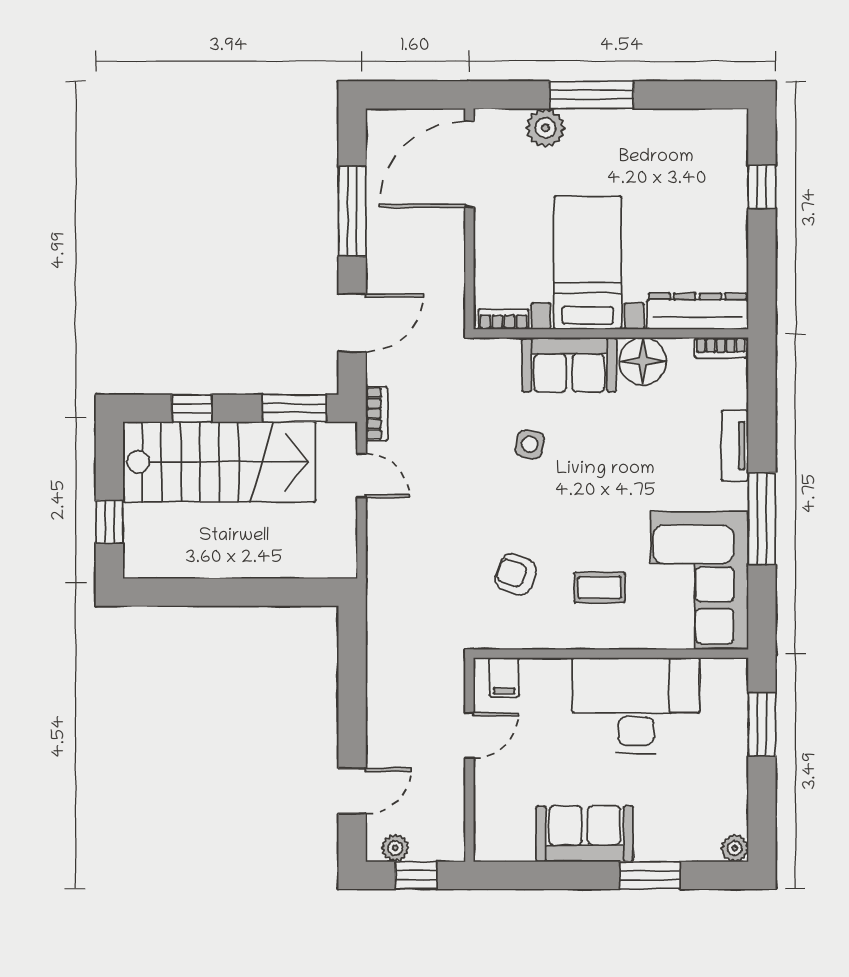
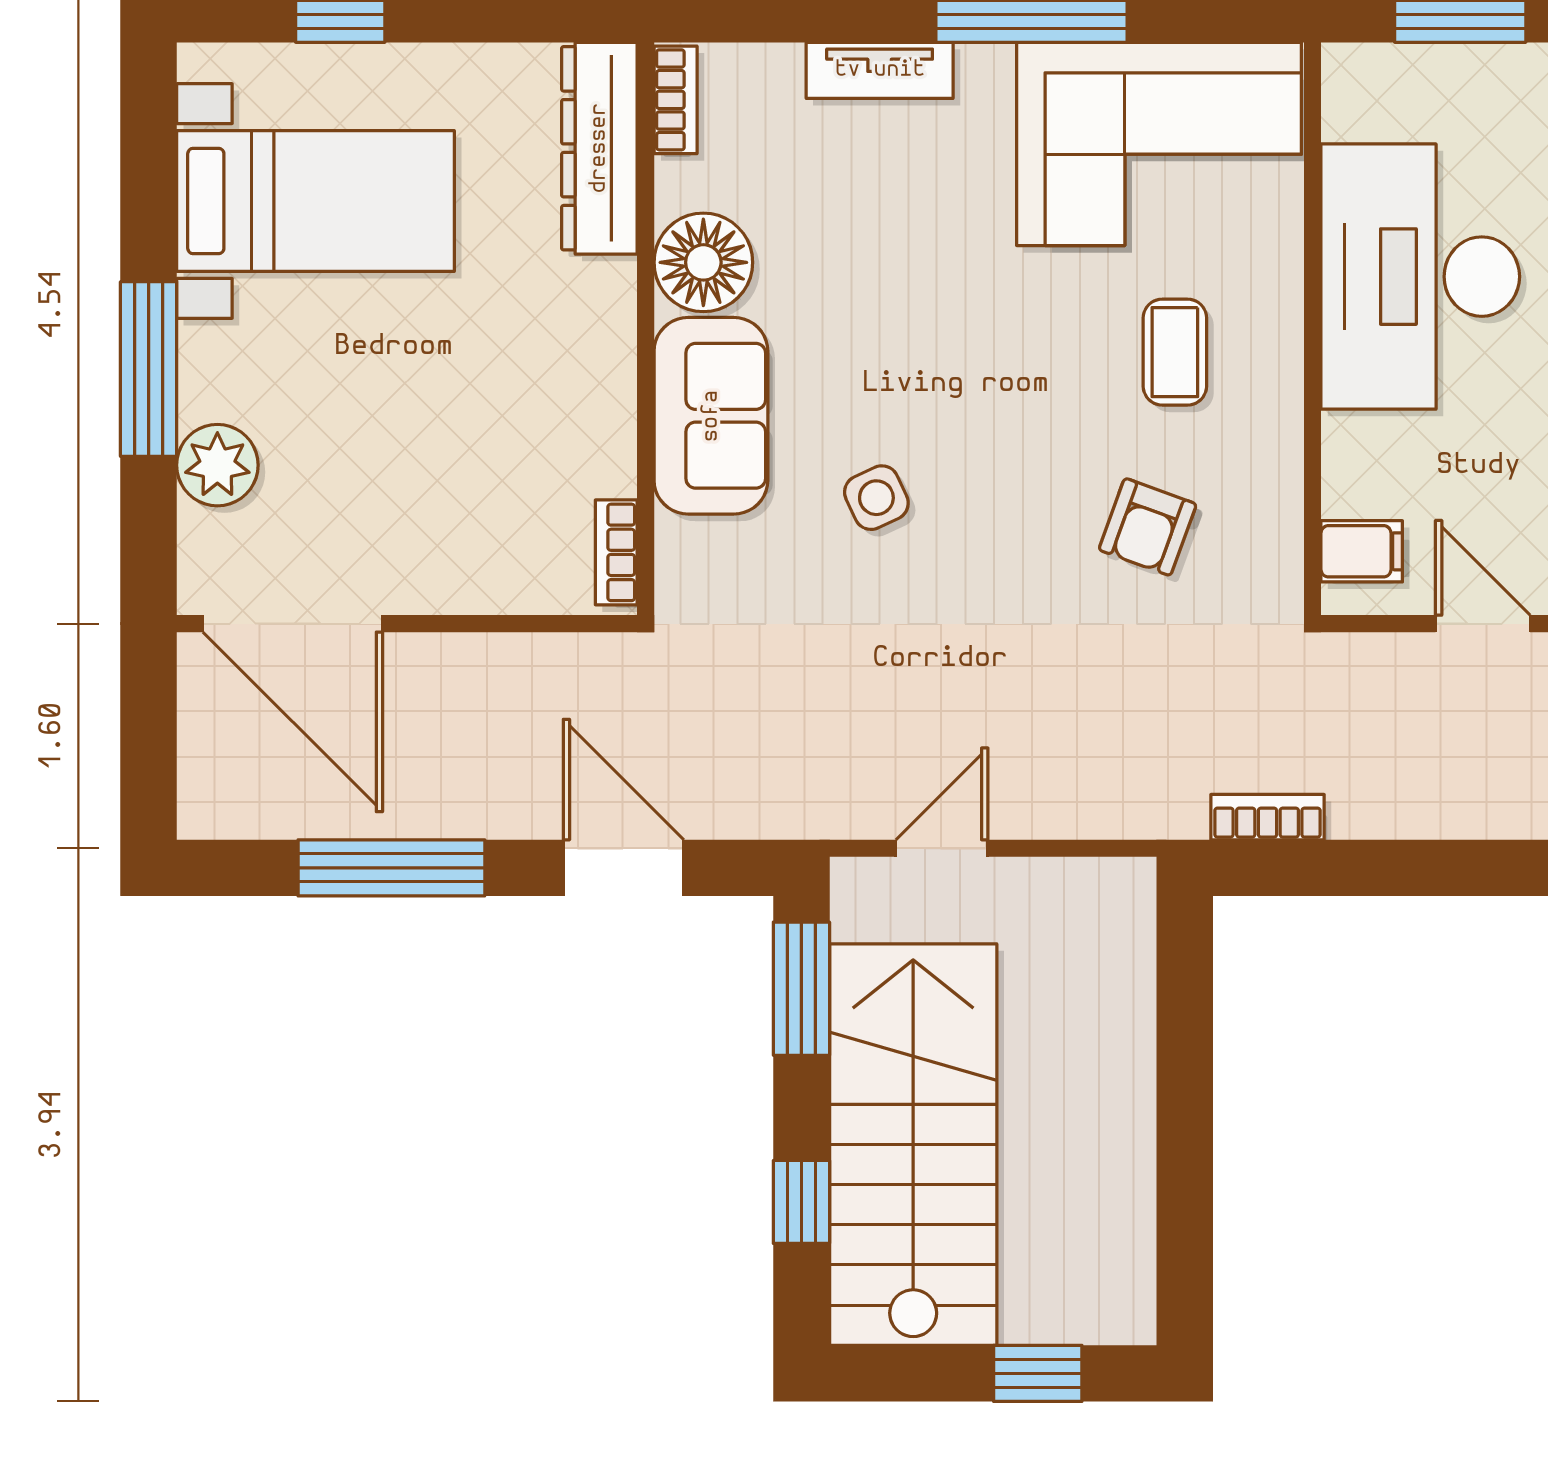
bed with nightstands: (588, 263) -> (315, 201), moved, turned 180
bookcase: (376, 414) -> (1267, 817), moved
side table: (530, 444) -> (876, 498), turned -36

